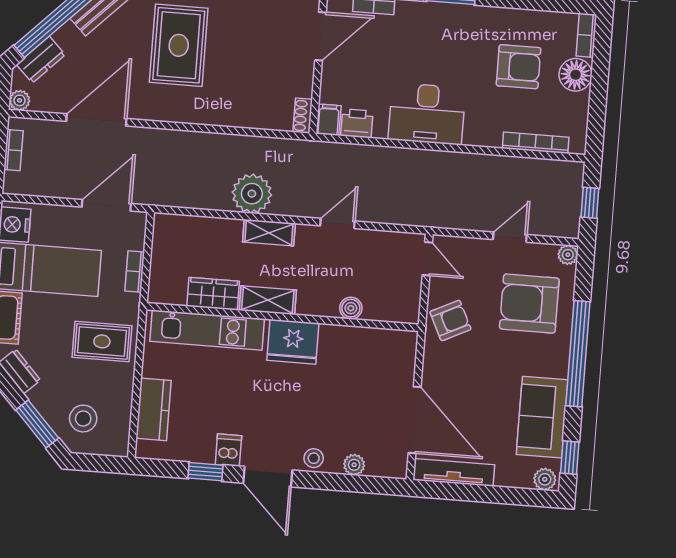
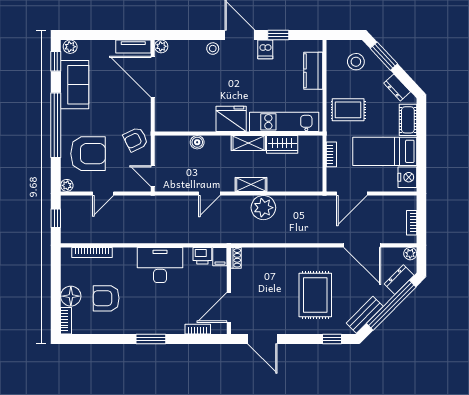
door: (96, 120) -> (362, 245), hinge flipped
plant: (354, 465) -> (161, 46), moved
tv unit: (454, 472) -> (133, 47), width x0.71

